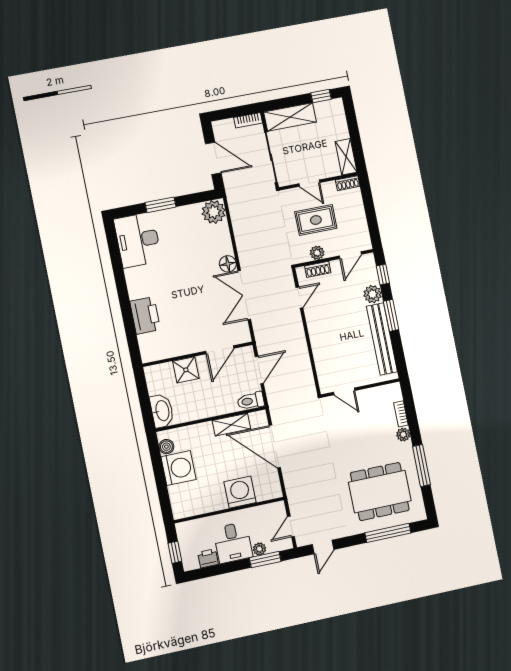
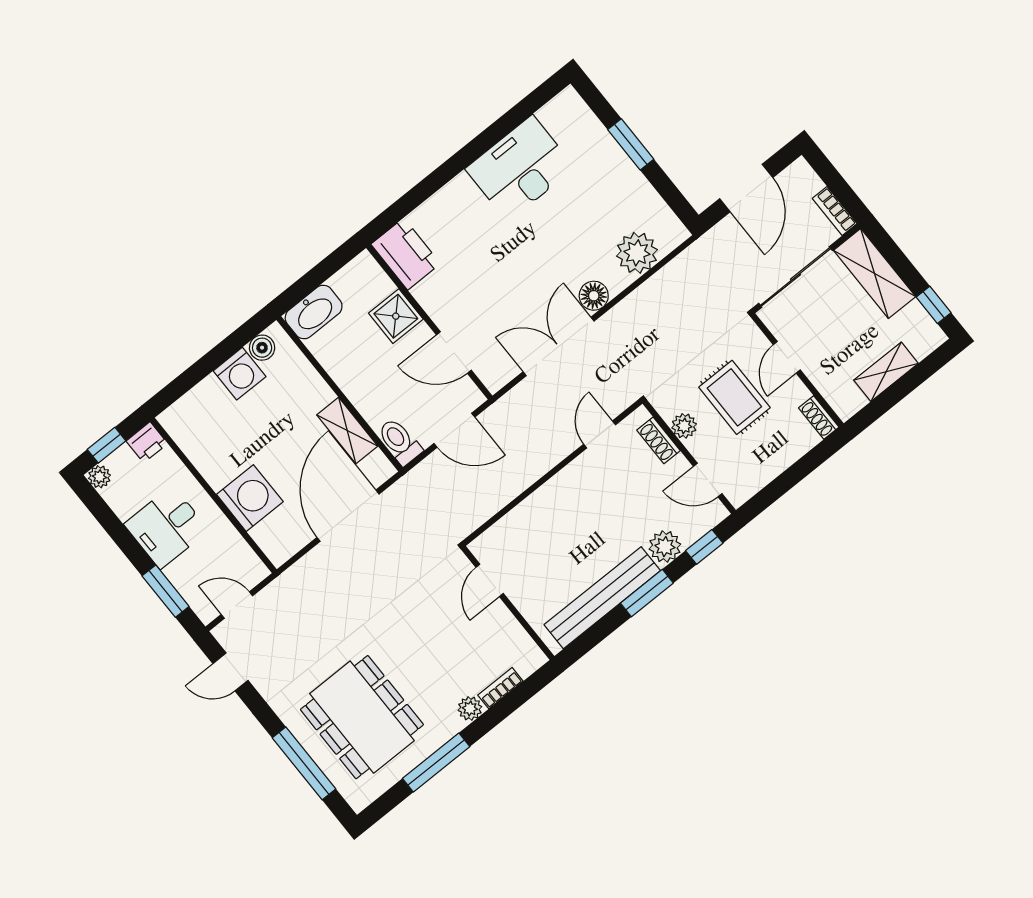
shelving: (346, 157) -> (886, 372), moved
plant: (214, 212) -> (637, 253), moved
desk: (138, 240) -> (520, 168), moved
door: (299, 298) -> (600, 434), swing flipped
printer: (145, 315) -> (406, 254), moved, turned -90
washing machine: (179, 468) -> (240, 374), width x0.73, depth x0.73
plant: (259, 549) -> (99, 477), moved
printer: (208, 558) -> (147, 442), moved, turned 90

